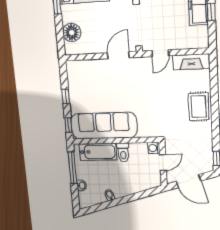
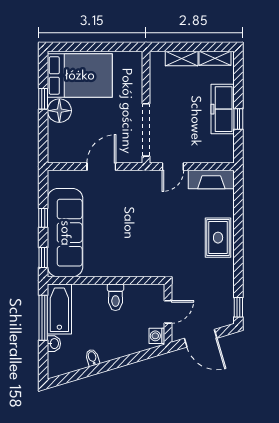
floor lamp: (72, 33) -> (59, 111), moved
door: (118, 55) -> (101, 167), moved
sofa: (104, 126) -> (65, 233), moved, turned 90
washing machine: (154, 148) -> (157, 336), moved
bathtub: (98, 152) -> (59, 309), moved, turned -90

